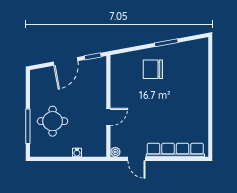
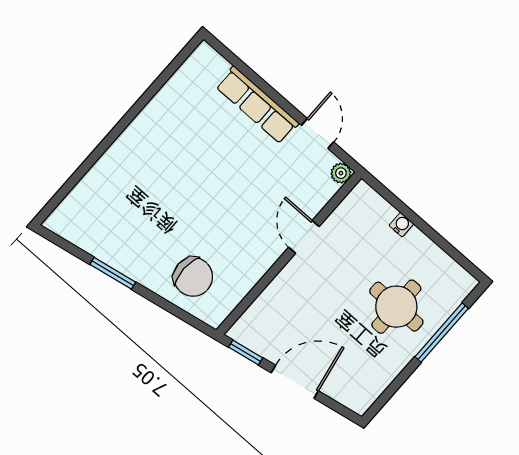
chair: (153, 69) -> (193, 277), moved
door: (108, 117) -> (304, 237), hinge flipped
row of seats: (175, 150) -> (257, 105), width x0.73

